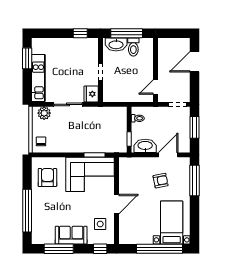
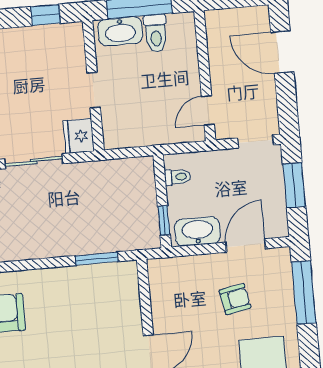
door: (195, 62) -> (282, 52), hinge flipped
corner sofa: (90, 174) -> (91, 299), removed

